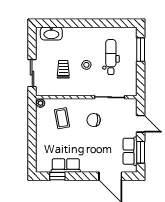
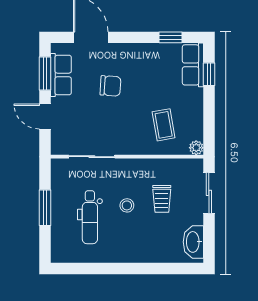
washbasin: (51, 33) -> (193, 242), moved, turned -90
window: (141, 50) -> (45, 208), moved
chair: (94, 120) -> (110, 86), moved
window: (32, 152) -> (209, 74), added
row of seats: (66, 165) -> (193, 65), moved, turned 90

